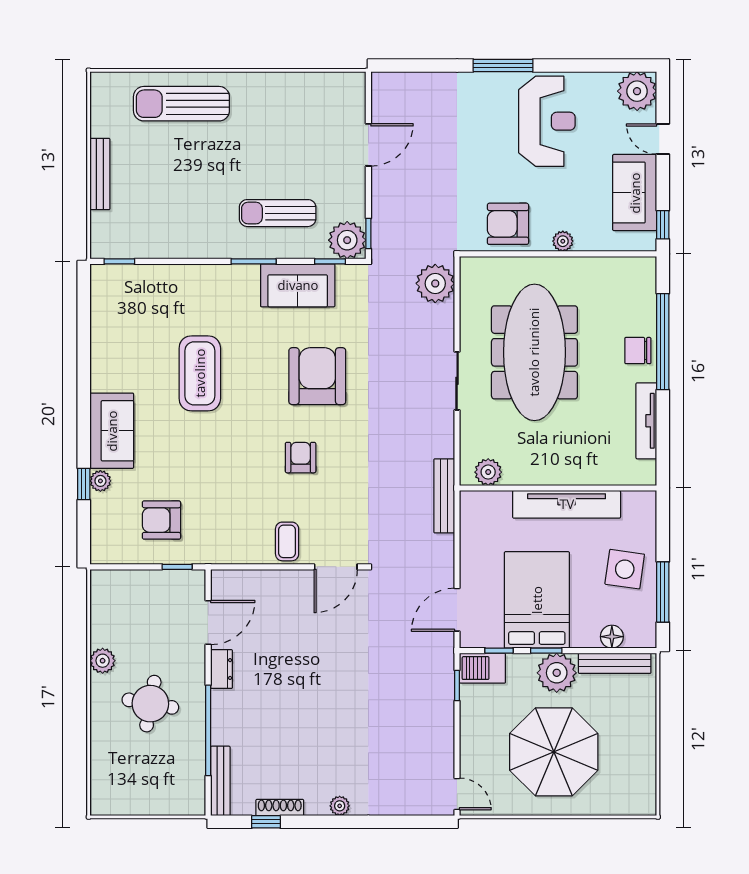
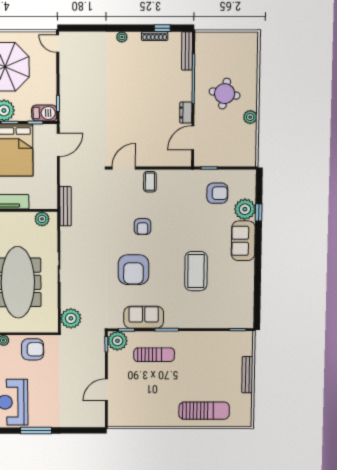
plant: (100, 481) -> (245, 209), width x1.88, depth x1.88

